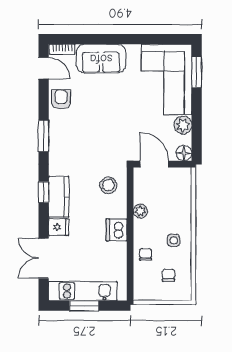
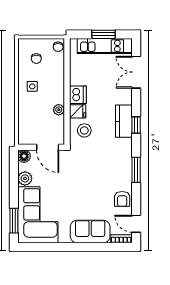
fridge: (59, 227) -> (78, 111), moved, turned 180
chair: (146, 254) -> (58, 47), moved
double door: (44, 258) -> (136, 72), swing flipped

